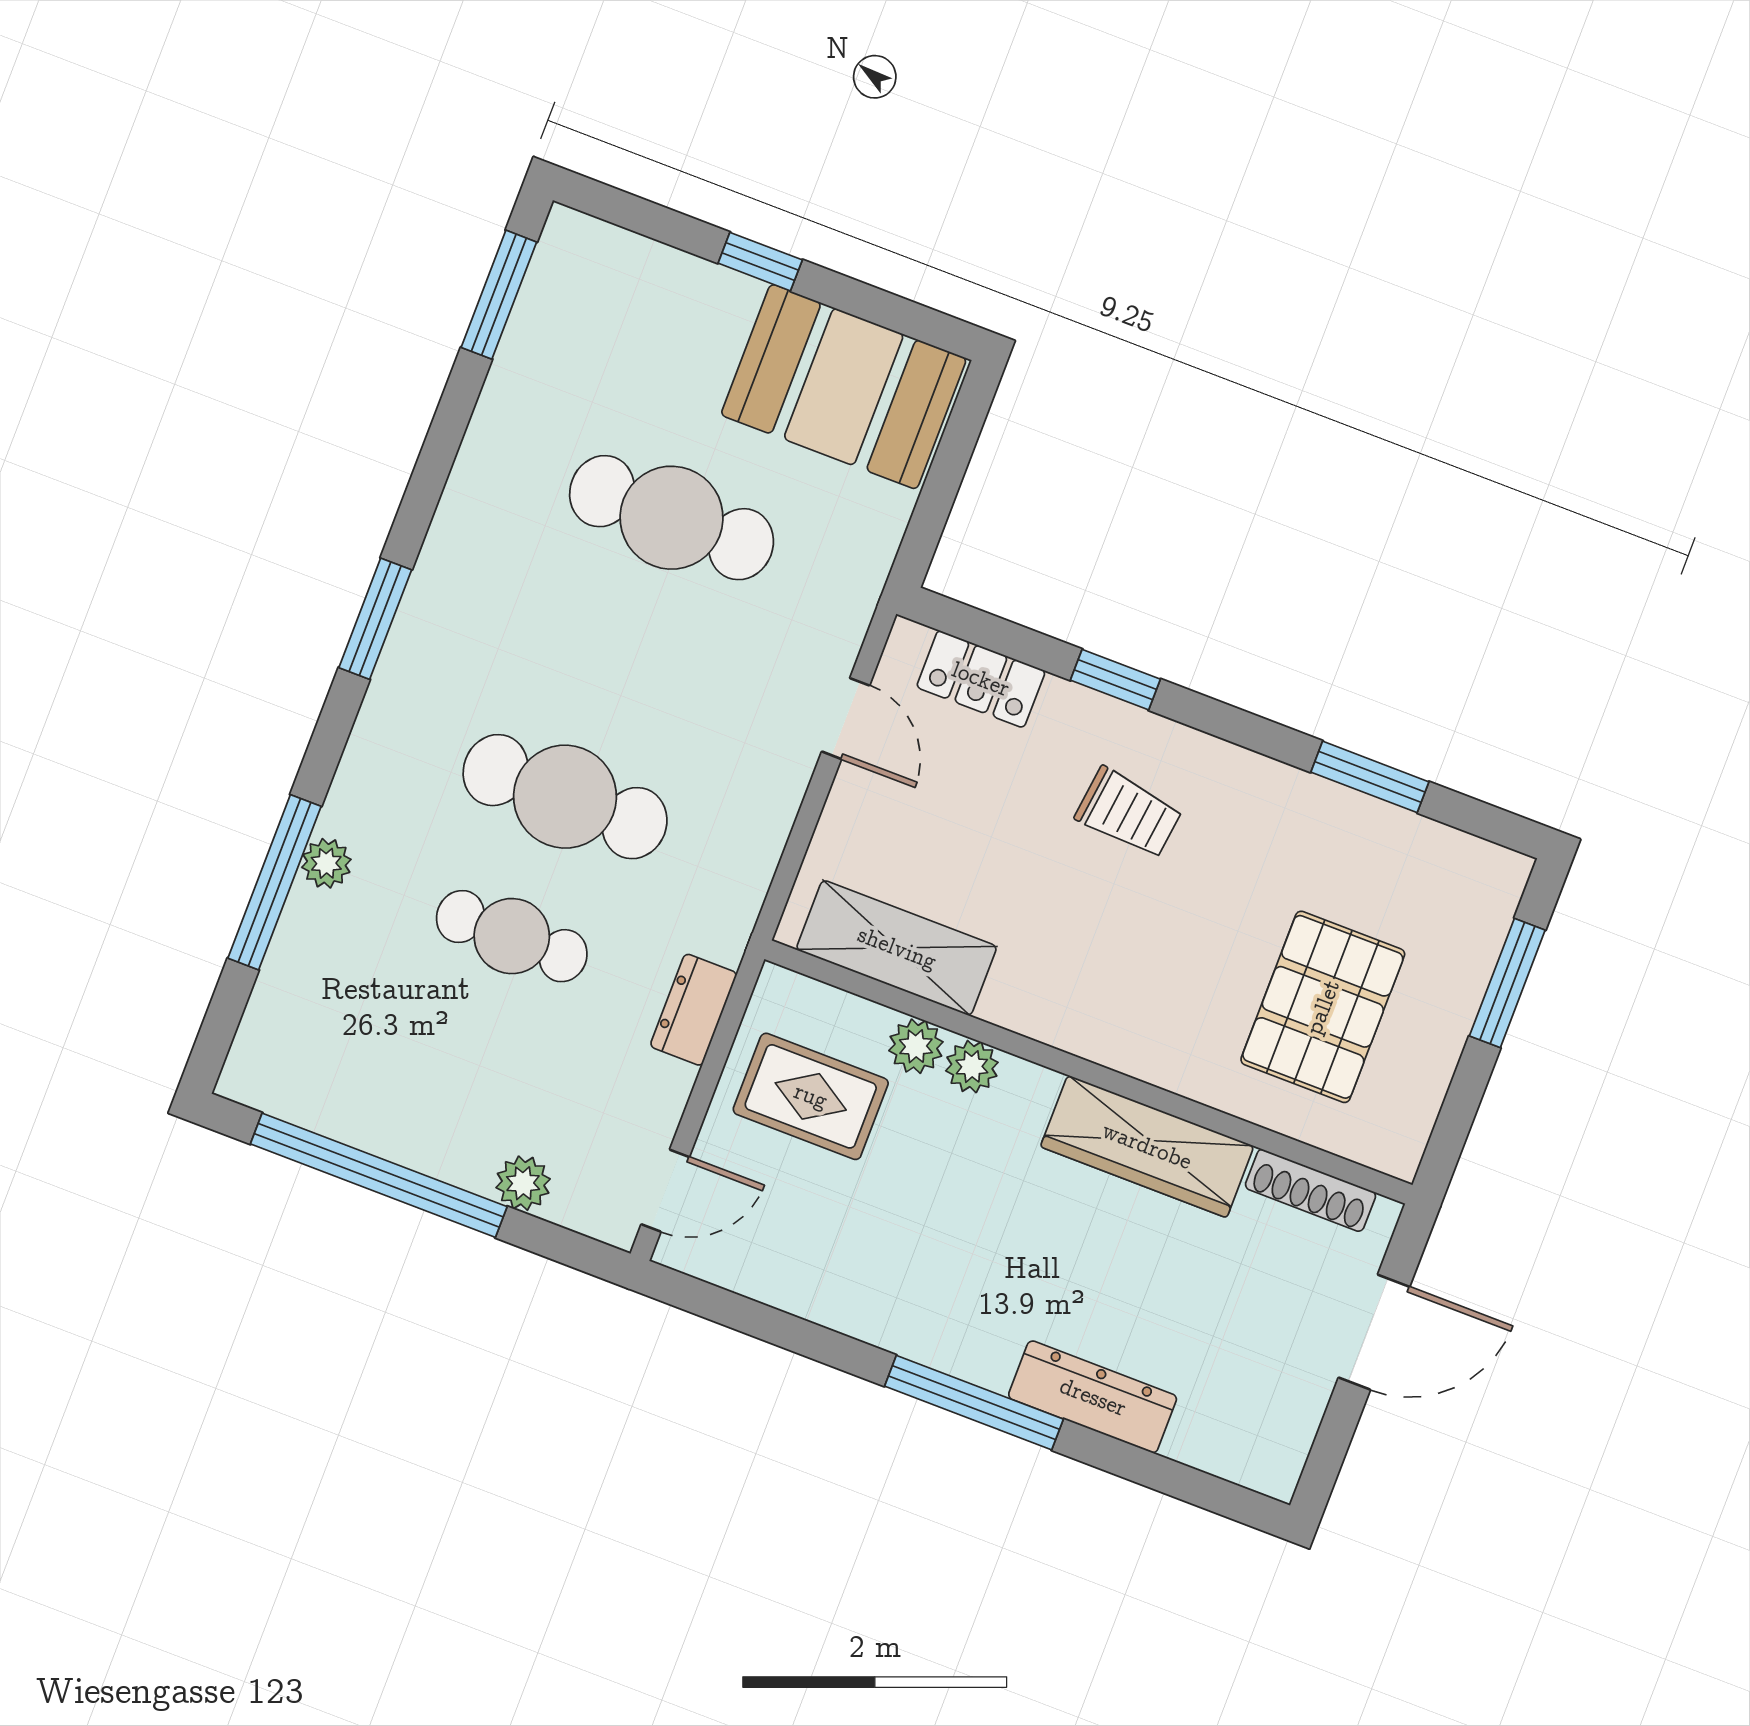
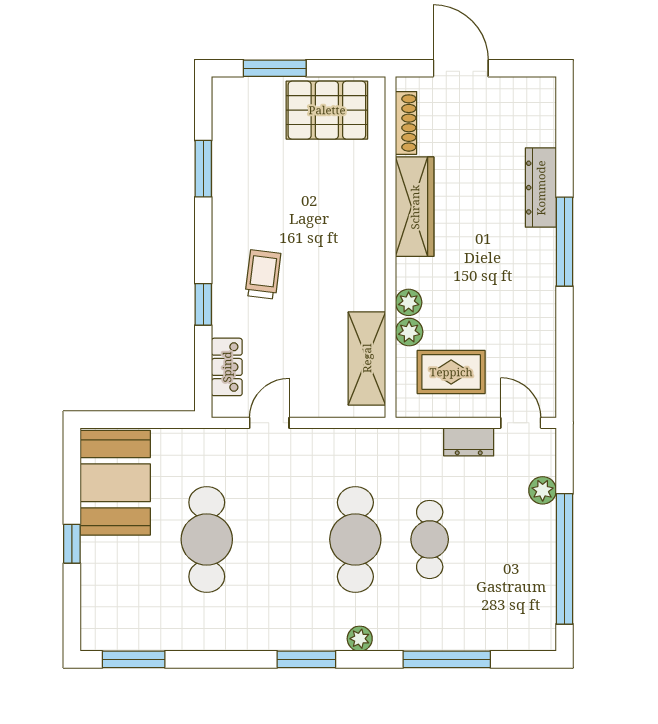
plant: (326, 863) -> (360, 639), moved
pallet: (1323, 1007) -> (327, 110), moved
dresser: (694, 1010) -> (469, 442), moved
rug: (811, 1096) -> (451, 372), turned 90

